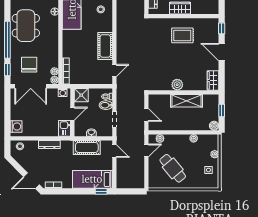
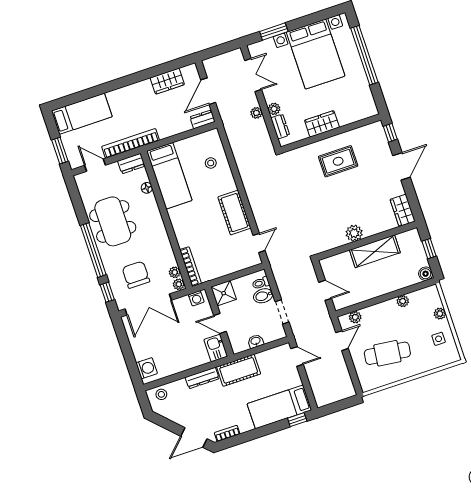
door: (222, 52) -> (402, 166), swing flipped
door: (72, 114) -> (220, 324), swing flipped
cot: (87, 147) -> (239, 370), moved
cafe table: (173, 168) -> (387, 353), turned -43

